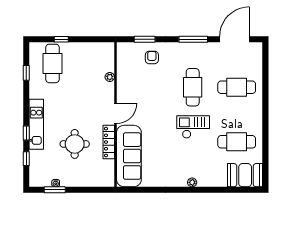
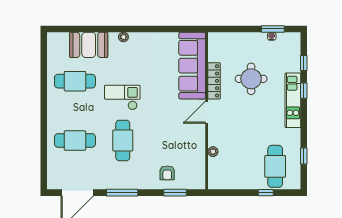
checkout: (193, 127) -> (122, 97), turned 180
booth: (245, 175) -> (89, 45), moved

